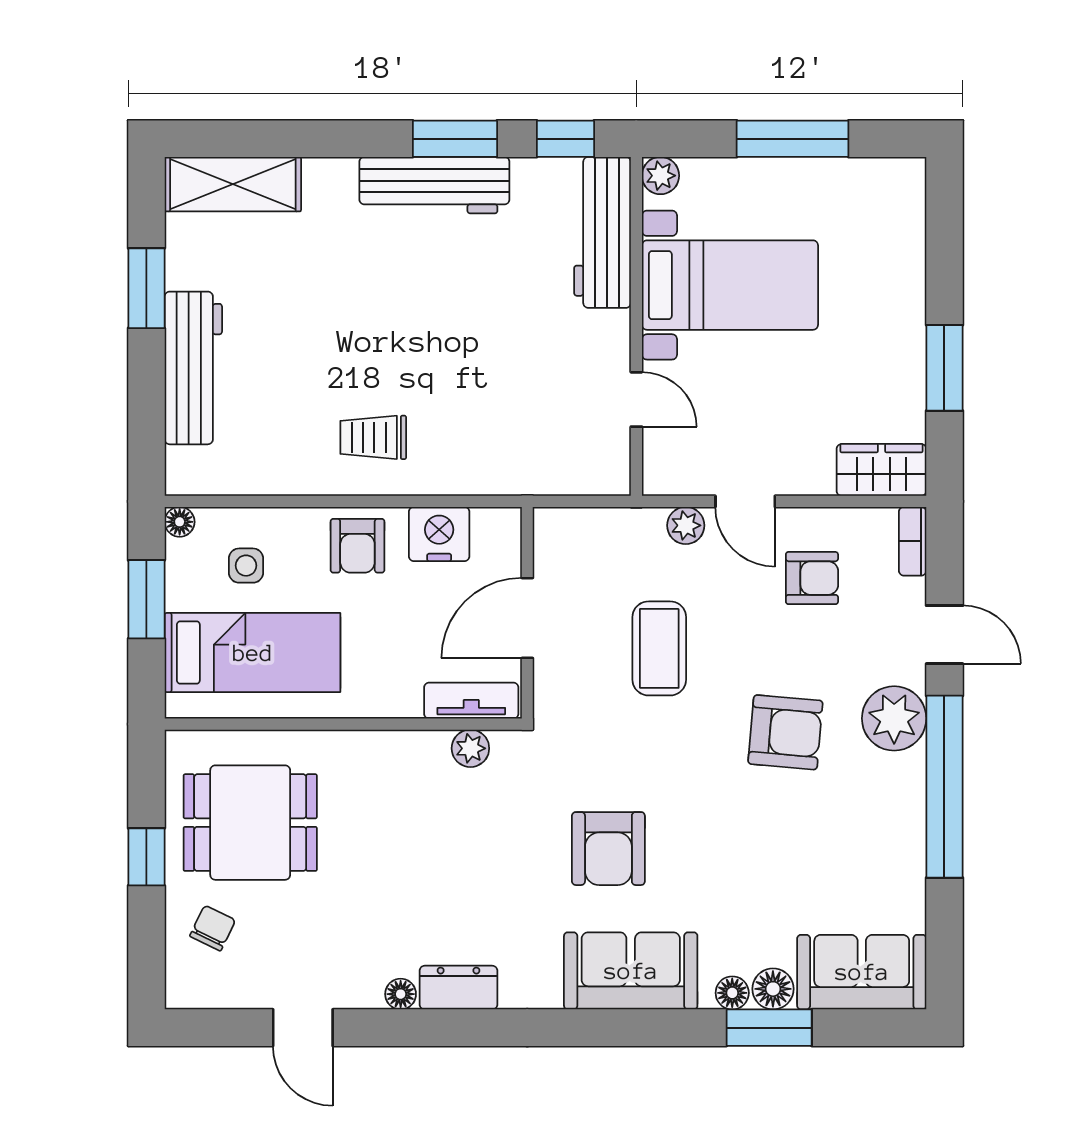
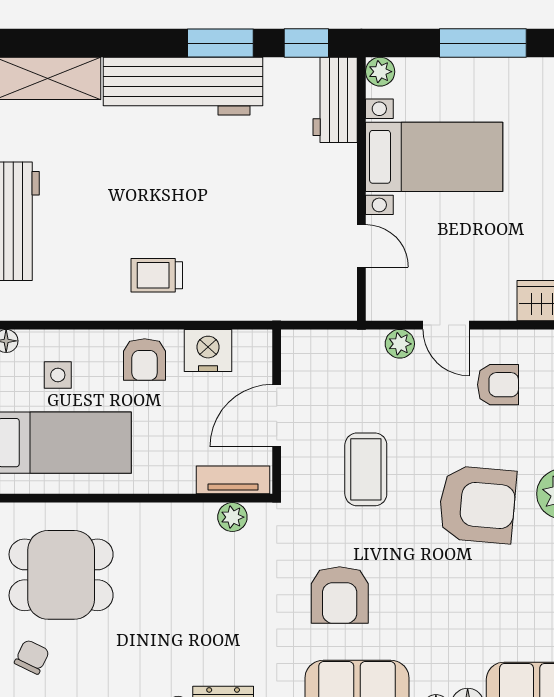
workbench: (434, 185) -> (183, 86), width x1.36, depth x1.32
workbench: (603, 232) -> (335, 100), width x0.73
coffee table: (659, 648) -> (366, 469), moved
armchair: (785, 732) -> (477, 505), width x1.36, depth x1.36

